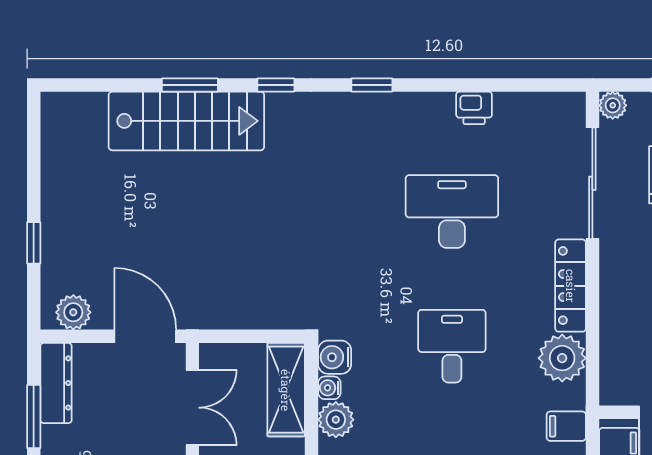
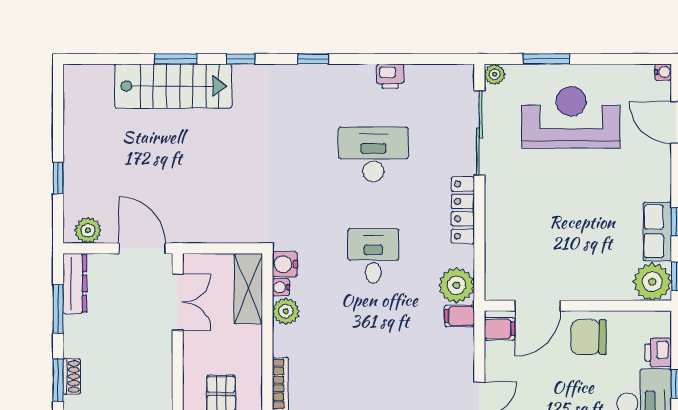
plant: (562, 358) -> (456, 285), moved

